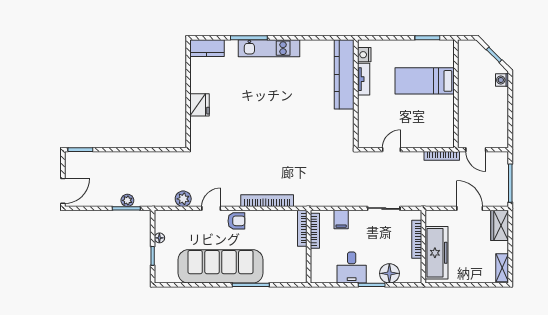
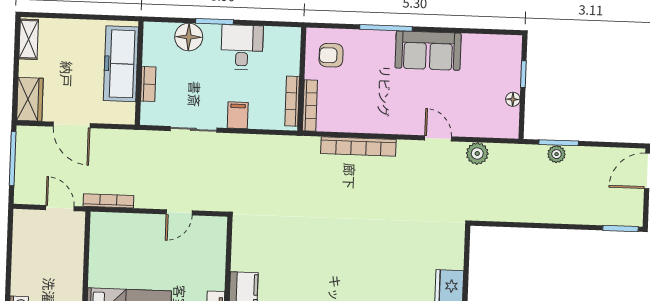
door: (211, 208) -> (438, 138), swing flipped
filing cabinet: (341, 220) -> (238, 115), moved
armchair: (236, 221) -> (331, 55), moved
bookcase: (417, 239) -> (148, 84), width x0.64
sofa: (220, 266) -> (428, 51), width x0.54, depth x0.79

